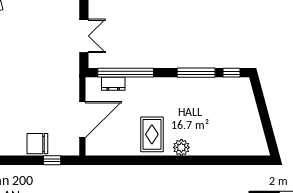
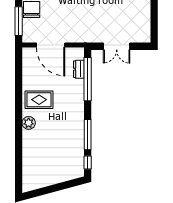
window: (52, 160) -> (19, 21), width x2.17

